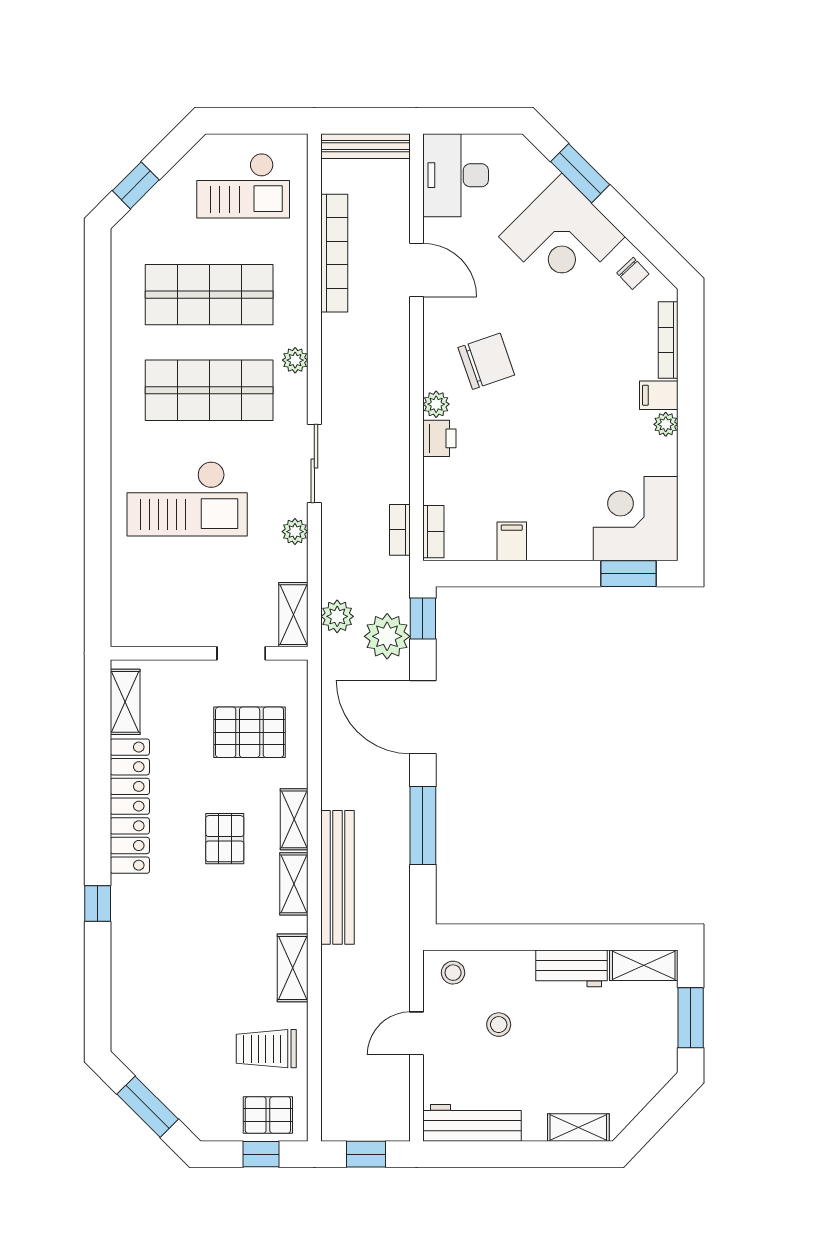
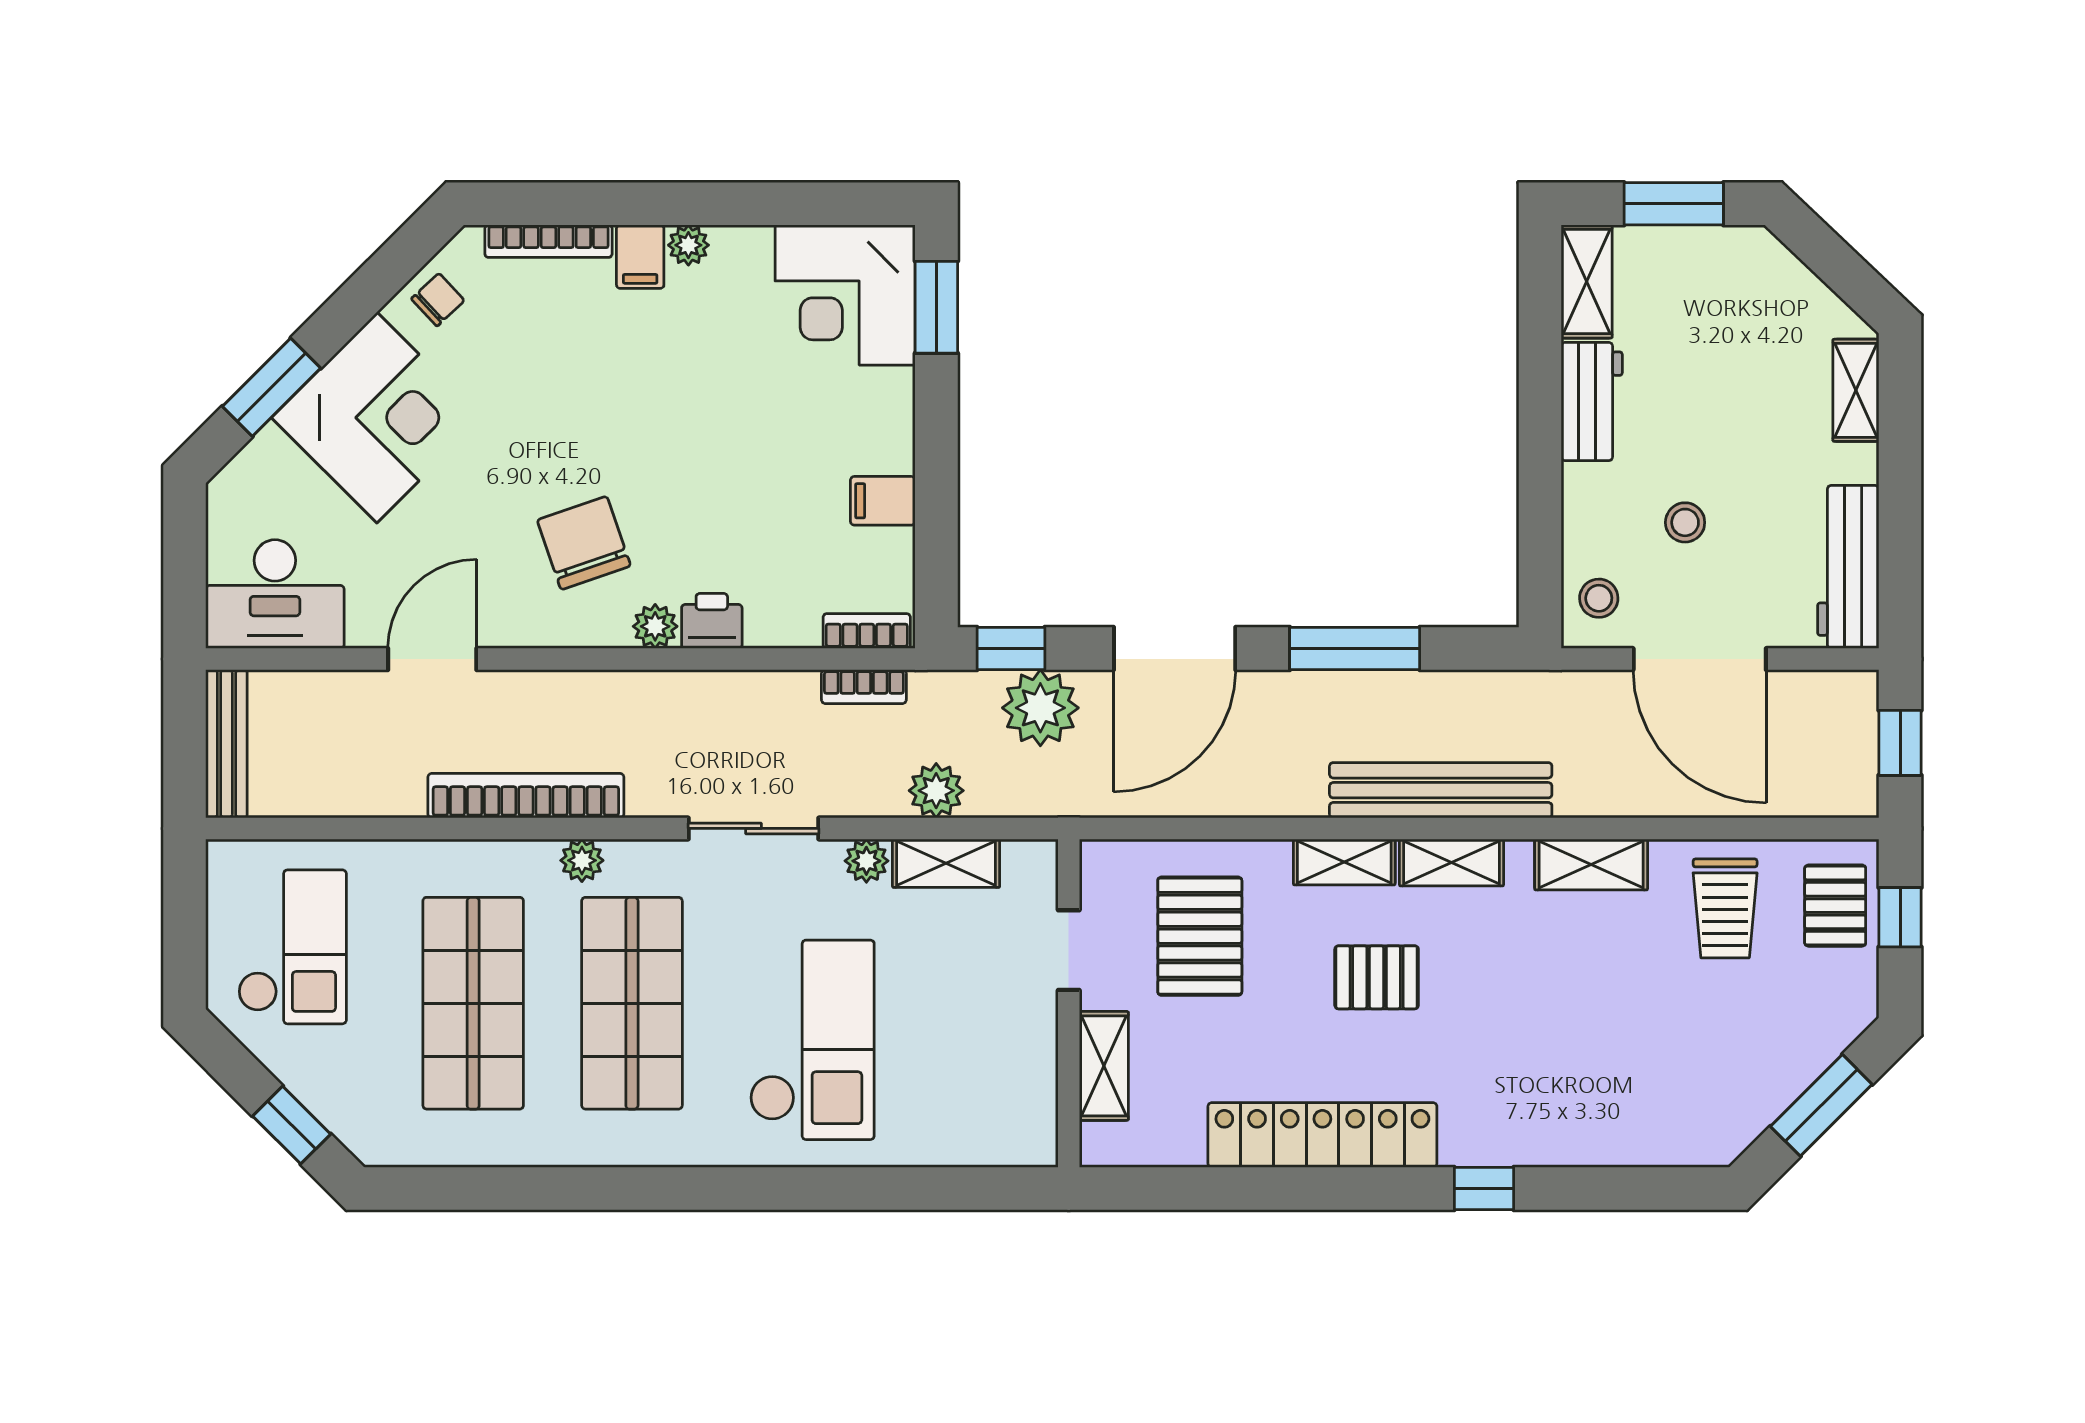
bookcase: (334, 253) -> (526, 796), moved
shelving: (293, 615) -> (946, 863), moved
plant: (337, 616) -> (936, 791), moved
shelving: (125, 702) -> (1104, 1066), moved, turned 90
door: (416, 1033) -> (1700, 659), width x1.87

